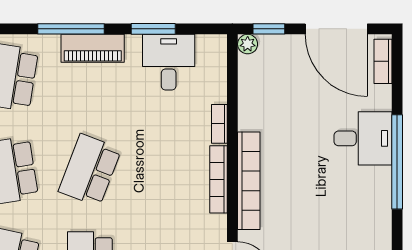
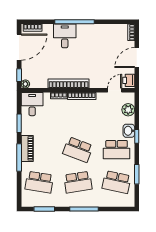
desk: (169, 62) -> (32, 104), moved, turned 90
bookcase: (249, 181) -> (69, 83), moved

